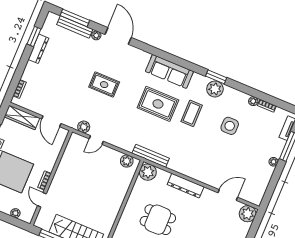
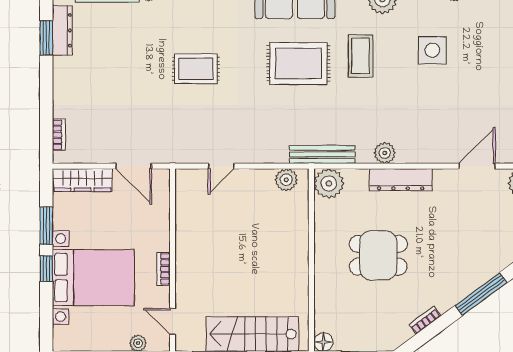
dresser: (38, 49) -> (62, 30), moved
plant: (84, 127) -> (385, 153), moved
door: (42, 200) -> (173, 321), moved

